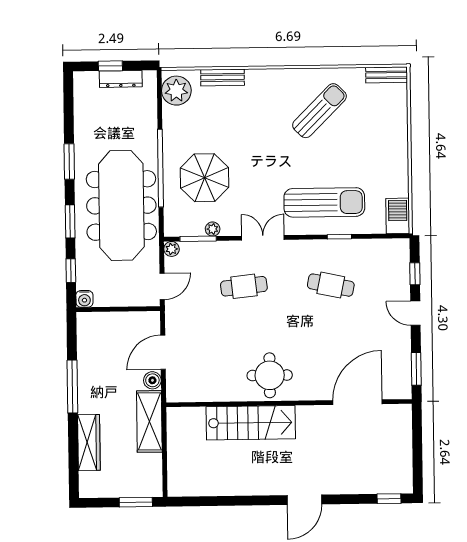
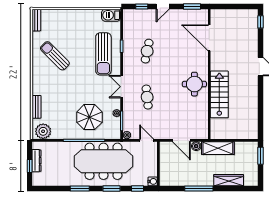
sun lounger: (324, 202) -> (103, 54), turned 180

